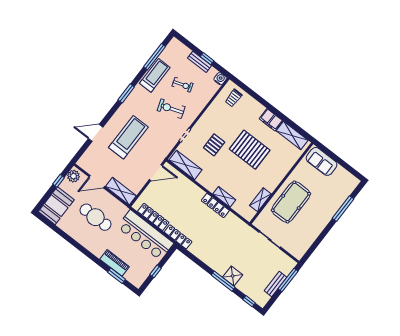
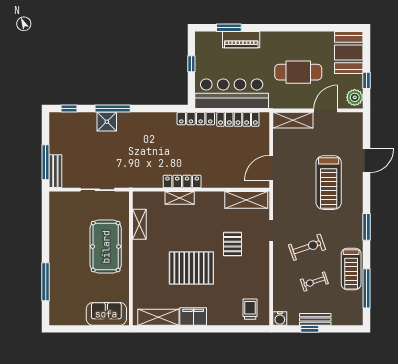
bench: (275, 284) -> (55, 171), moved

